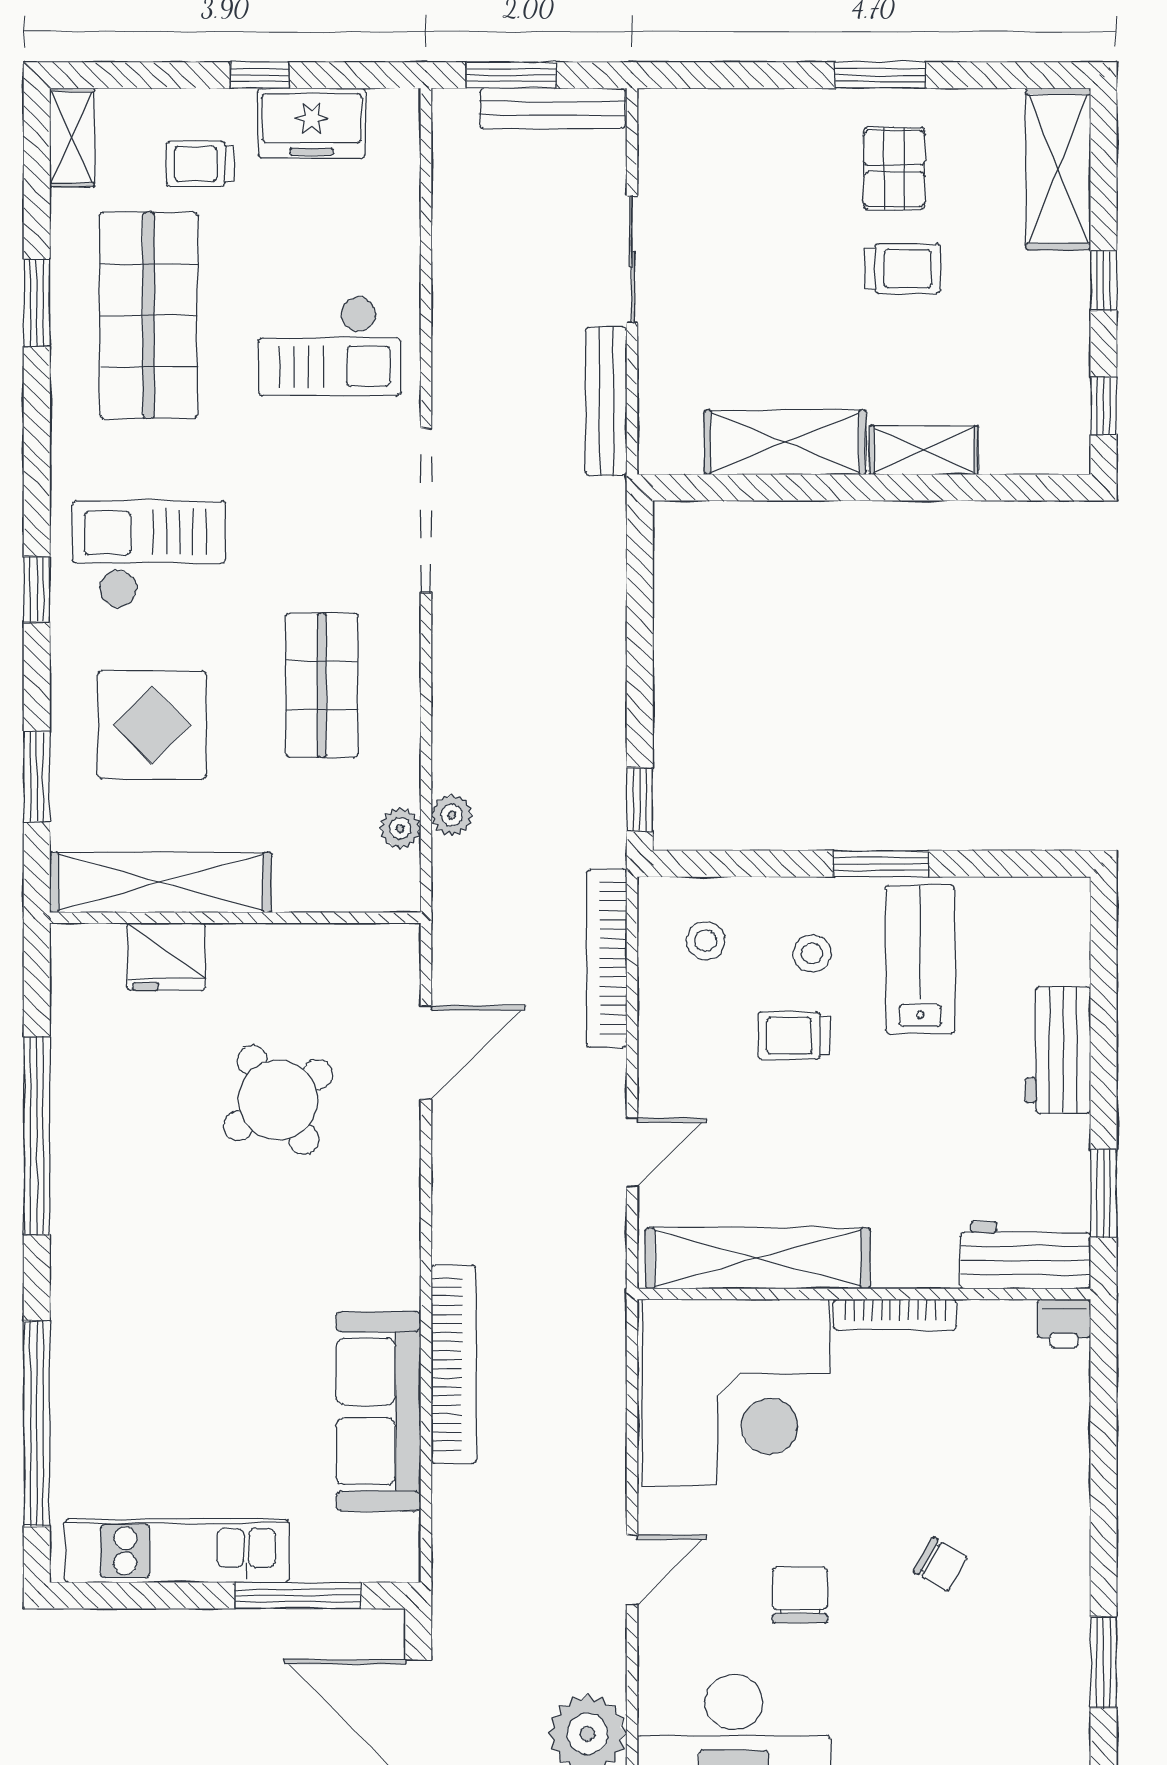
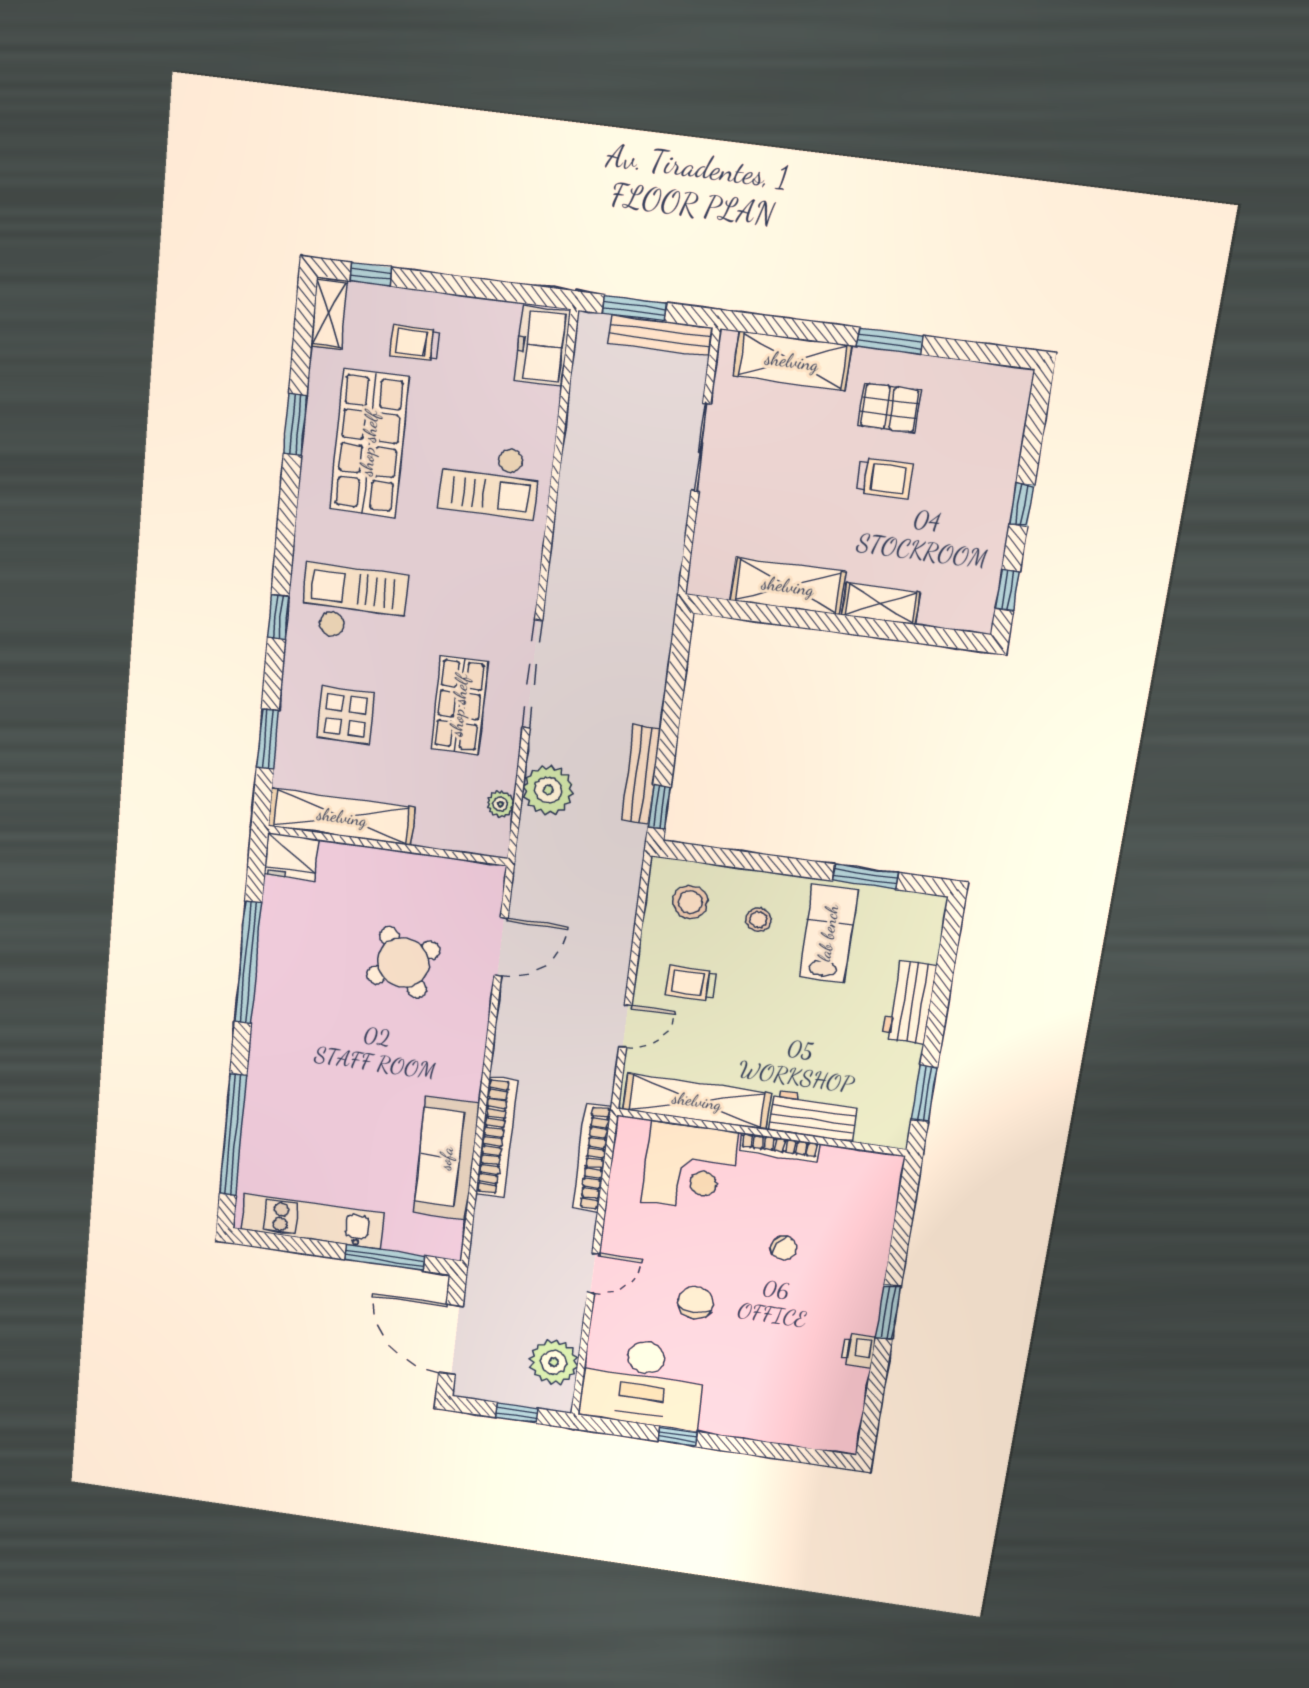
window: (260, 75) -> (371, 274), moved
freezer: (312, 123) -> (542, 346), moved, turned 90
pallet: (894, 169) -> (890, 408), turned 90
shelving: (1058, 169) -> (792, 361), moved, turned 90
bench: (606, 401) -> (641, 774), moved
doorway: (426, 510) -> (532, 674), moved
display table: (152, 725) -> (346, 715), width x0.73, depth x0.73
plant: (452, 815) -> (548, 790), width x1.87, depth x1.87
window: (881, 864) -> (865, 877), moved
stool: (706, 941) -> (690, 902), width x1.37, depth x1.37
fridge: (166, 957) -> (291, 857), moved
bookcase: (607, 958) -> (592, 1158), moved
trolley: (794, 1035) -> (691, 983), moved
workbench: (1026, 1255) -> (813, 1116), moved
printer: (1064, 1323) -> (858, 1350), moved, turned 90
corner desk: (736, 1393) -> (690, 1167), width x0.74, depth x0.74
chair: (940, 1564) -> (784, 1248), moved
window: (1104, 1662) -> (888, 1312), moved

